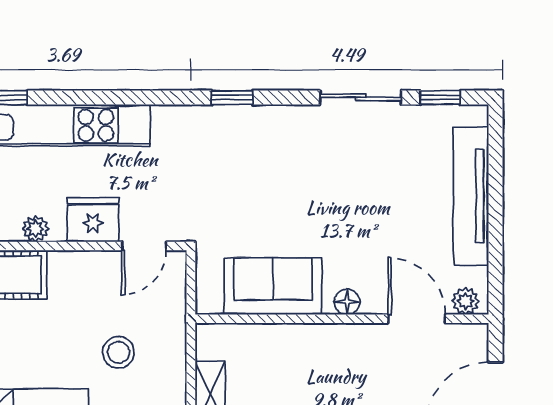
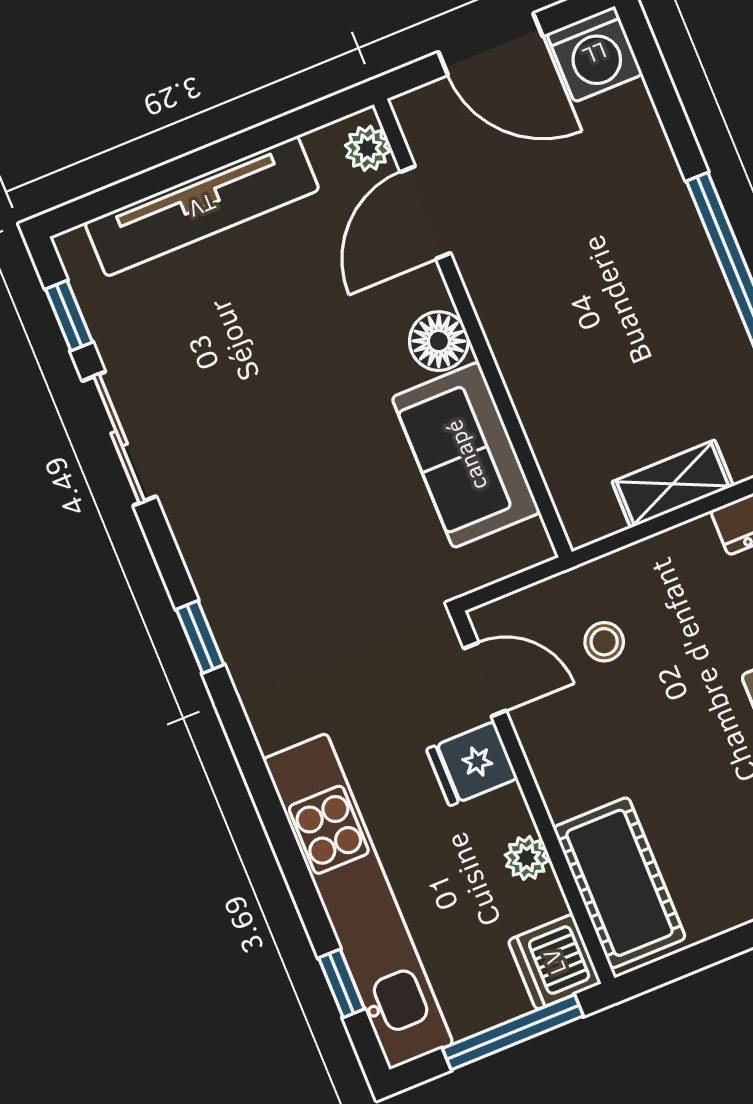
fridge: (93, 220) -> (472, 764), width x0.72
floor lamp: (347, 302) -> (439, 341), width x1.37, depth x1.37
stool: (118, 352) -> (604, 642), moved, width x0.73, depth x0.73

